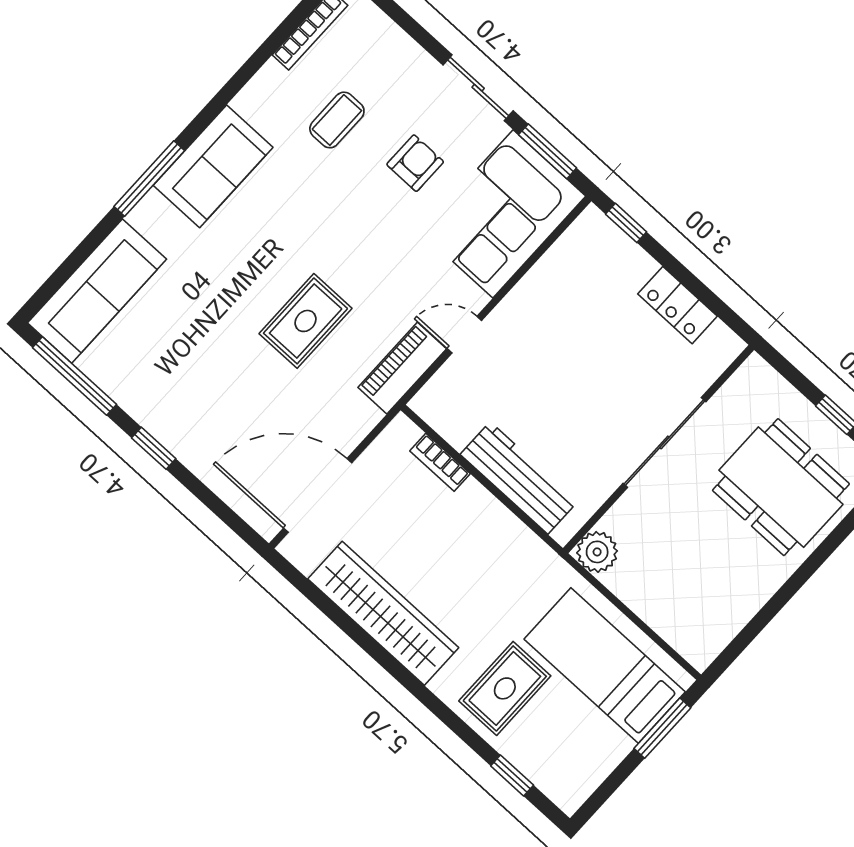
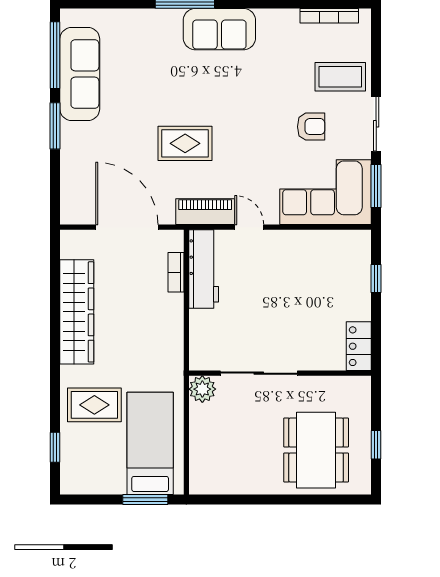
coffee table: (337, 120) -> (340, 77), moved, width x1.36, depth x1.30
window: (626, 223) -> (376, 278), moved
sofa: (97, 291) -> (80, 74), moved, turned -90
locker: (677, 305) -> (359, 346), moved
sliding door: (664, 442) -> (259, 373), moved
window: (154, 448) -> (55, 126), width x1.50
workbench: (519, 478) -> (204, 269), moved
door: (318, 495) -> (127, 227), moved

